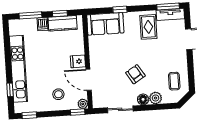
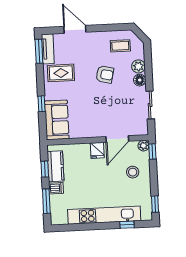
armchair: (135, 74) -> (105, 74), moved, turned -135

